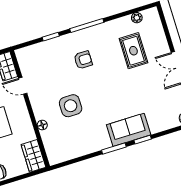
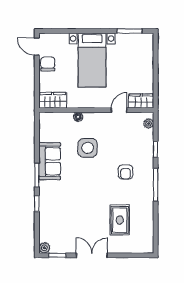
plant: (137, 18) -> (149, 123), moved
rug: (133, 51) -> (120, 220), turned 90
sofa: (129, 130) -> (50, 161), moved

